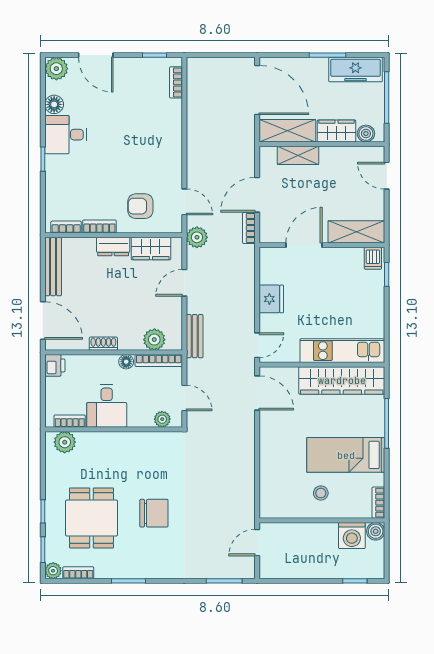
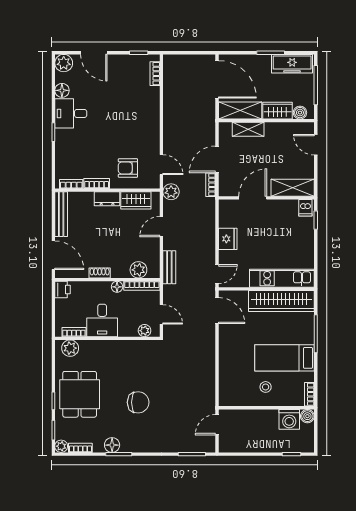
dining table: (92, 518) -> (80, 394), moved
floor lamp: (120, 569) -> (112, 445), added

